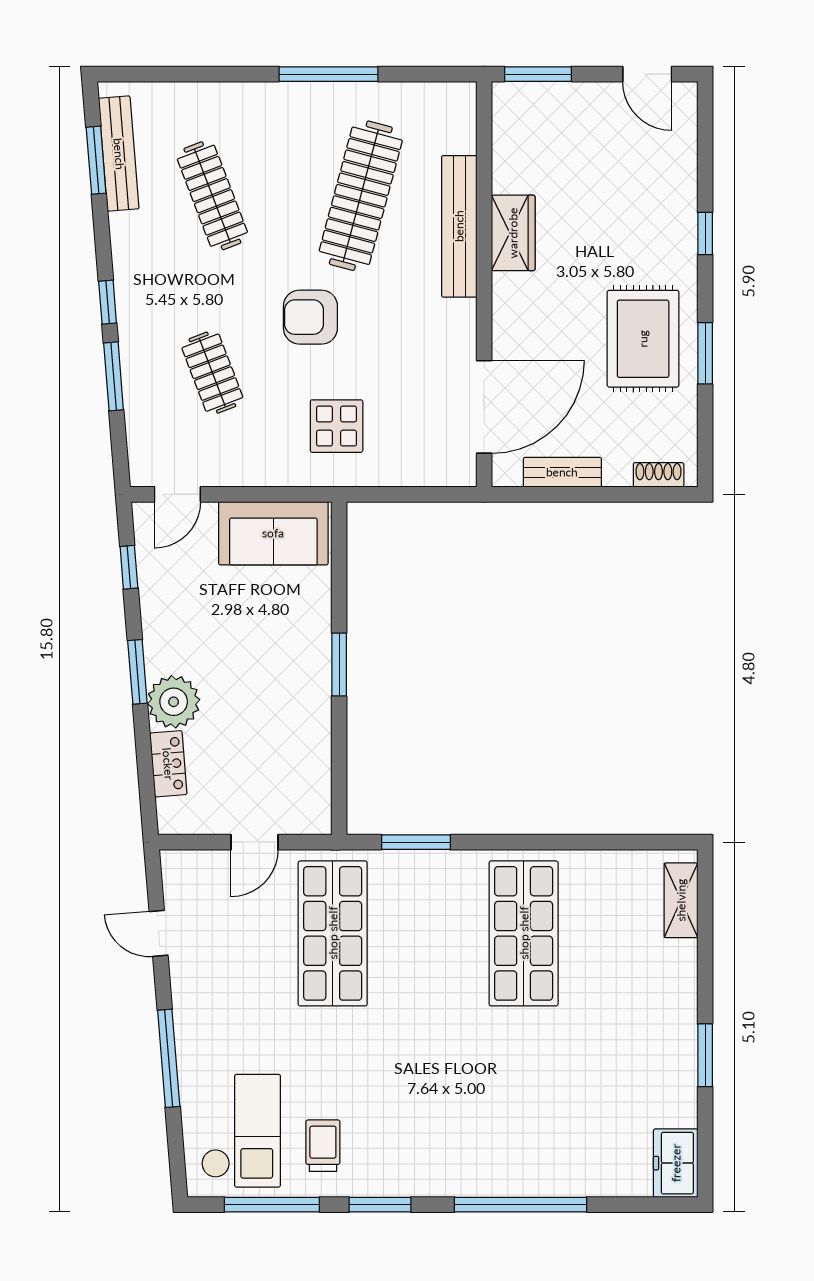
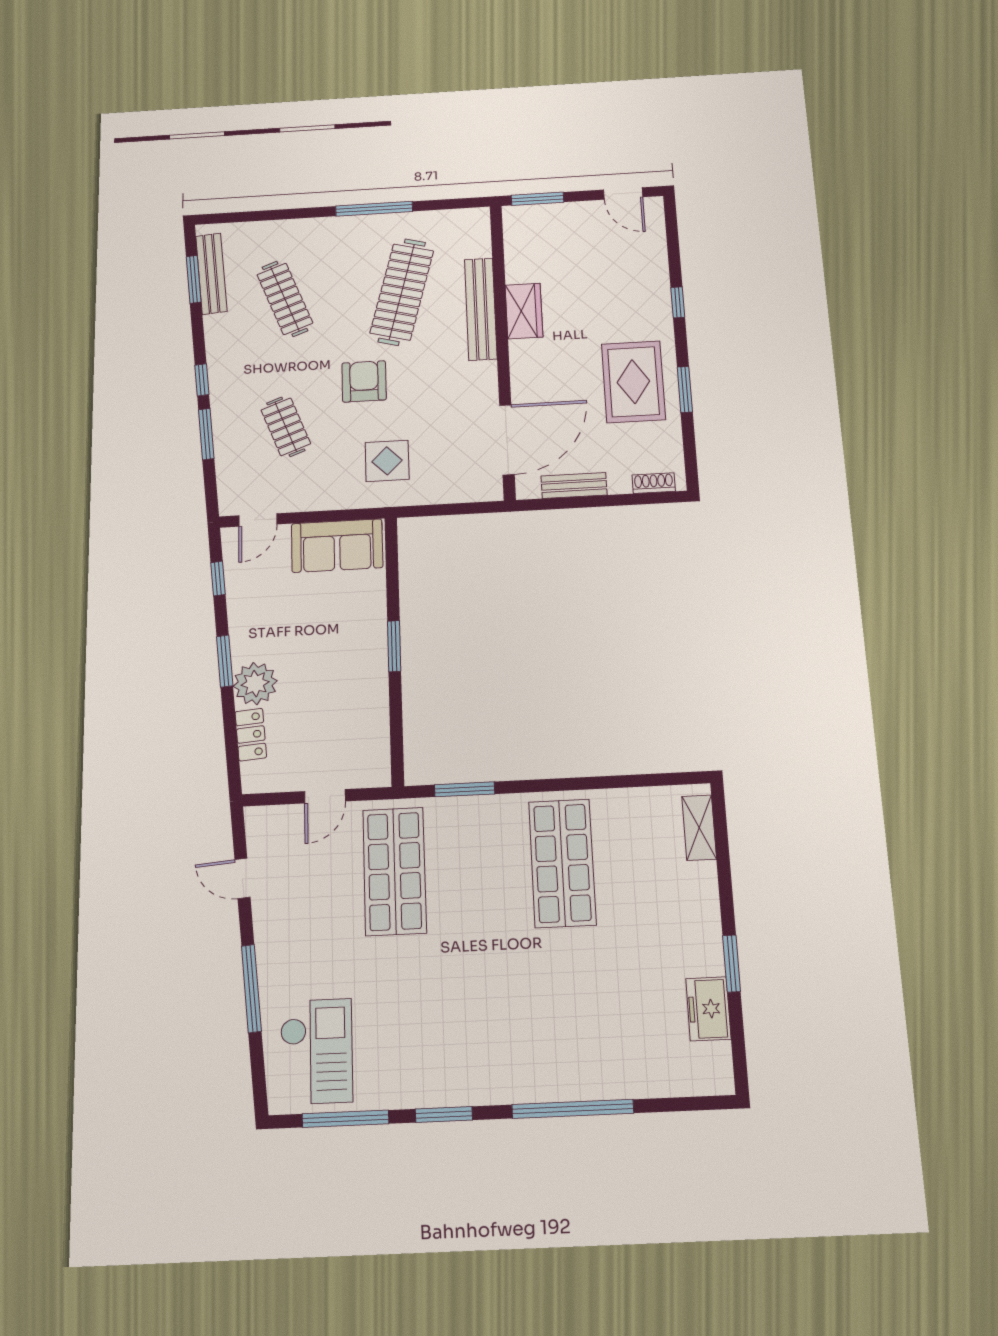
armchair: (310, 317) -> (364, 381), turned 90
trolley: (323, 1146) -> (391, 1062), removed
freezer: (676, 1163) -> (708, 1009), moved

